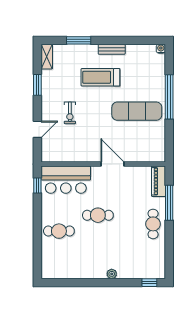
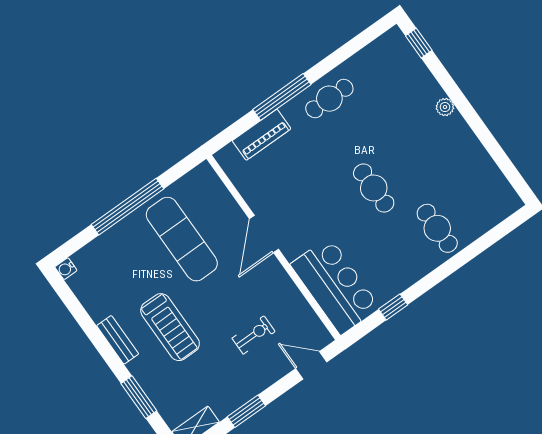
wall: (103, 164) -> (273, 247), moved
door: (112, 164) -> (264, 234), moved
bar counter: (66, 180) -> (335, 286), moved

